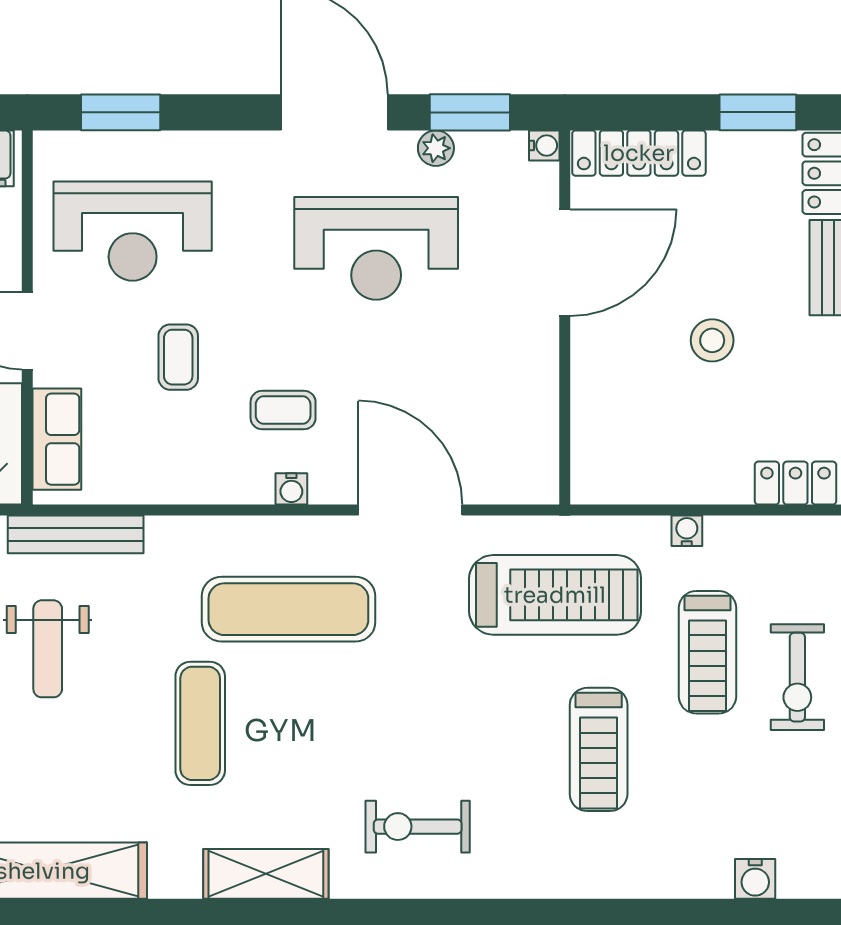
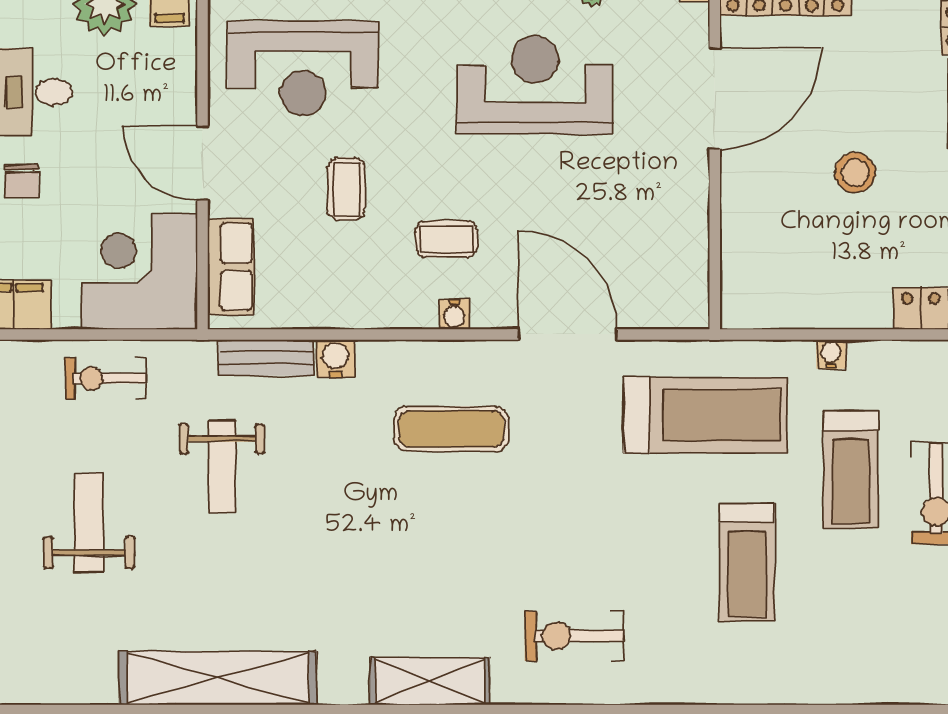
reception desk: (376, 248) -> (535, 85), turned 180
bench: (76, 534) -> (266, 358), width x0.73
exercise mat: (288, 609) -> (451, 429), width x0.73, depth x0.69
exercise mat: (200, 723) -> (367, 538), removed
water cooler: (755, 879) -> (336, 359), moved, turned 180

